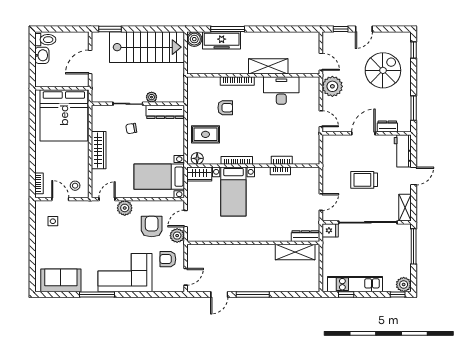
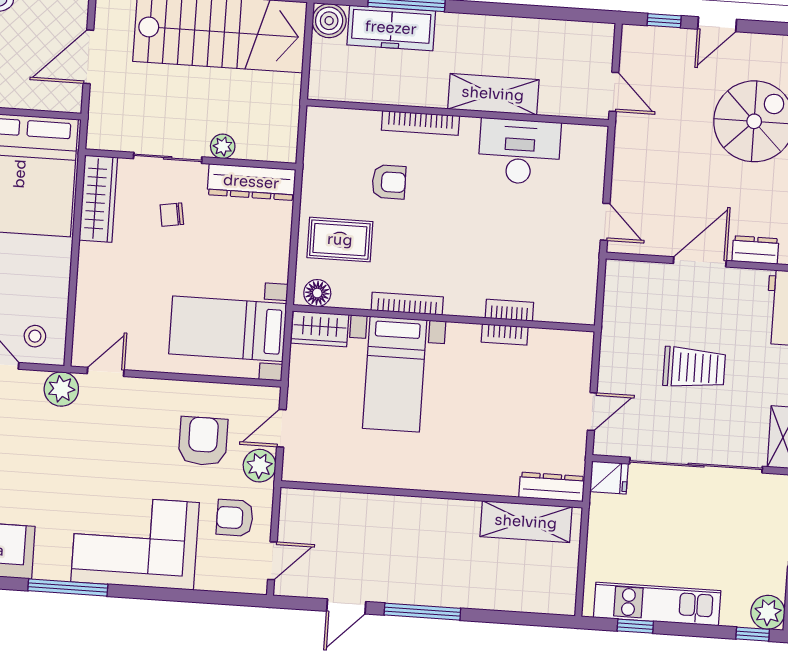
plant: (332, 86) -> (636, 150), removed
wardrobe: (99, 150) -> (98, 199), moved
trolley: (364, 180) -> (694, 368), turned 180
plant: (125, 208) -> (61, 389), moved

